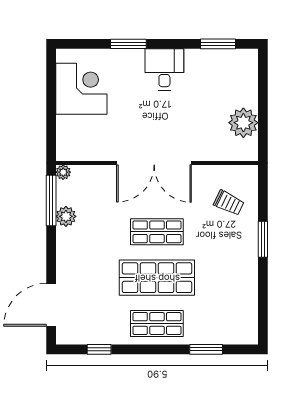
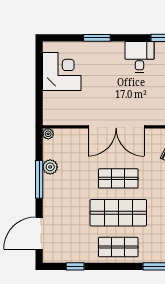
desk: (164, 69) -> (139, 57), moved
window: (51, 200) -> (39, 179), moved

